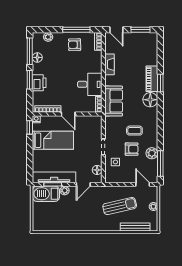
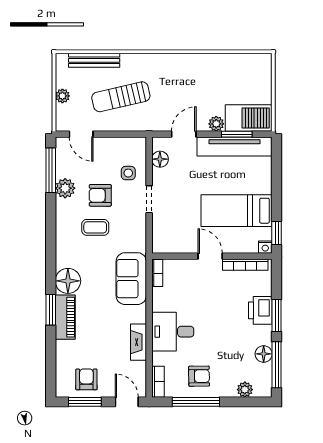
armchair: (140, 43) -> (86, 379), added
desk: (90, 84) -> (173, 332), moved

